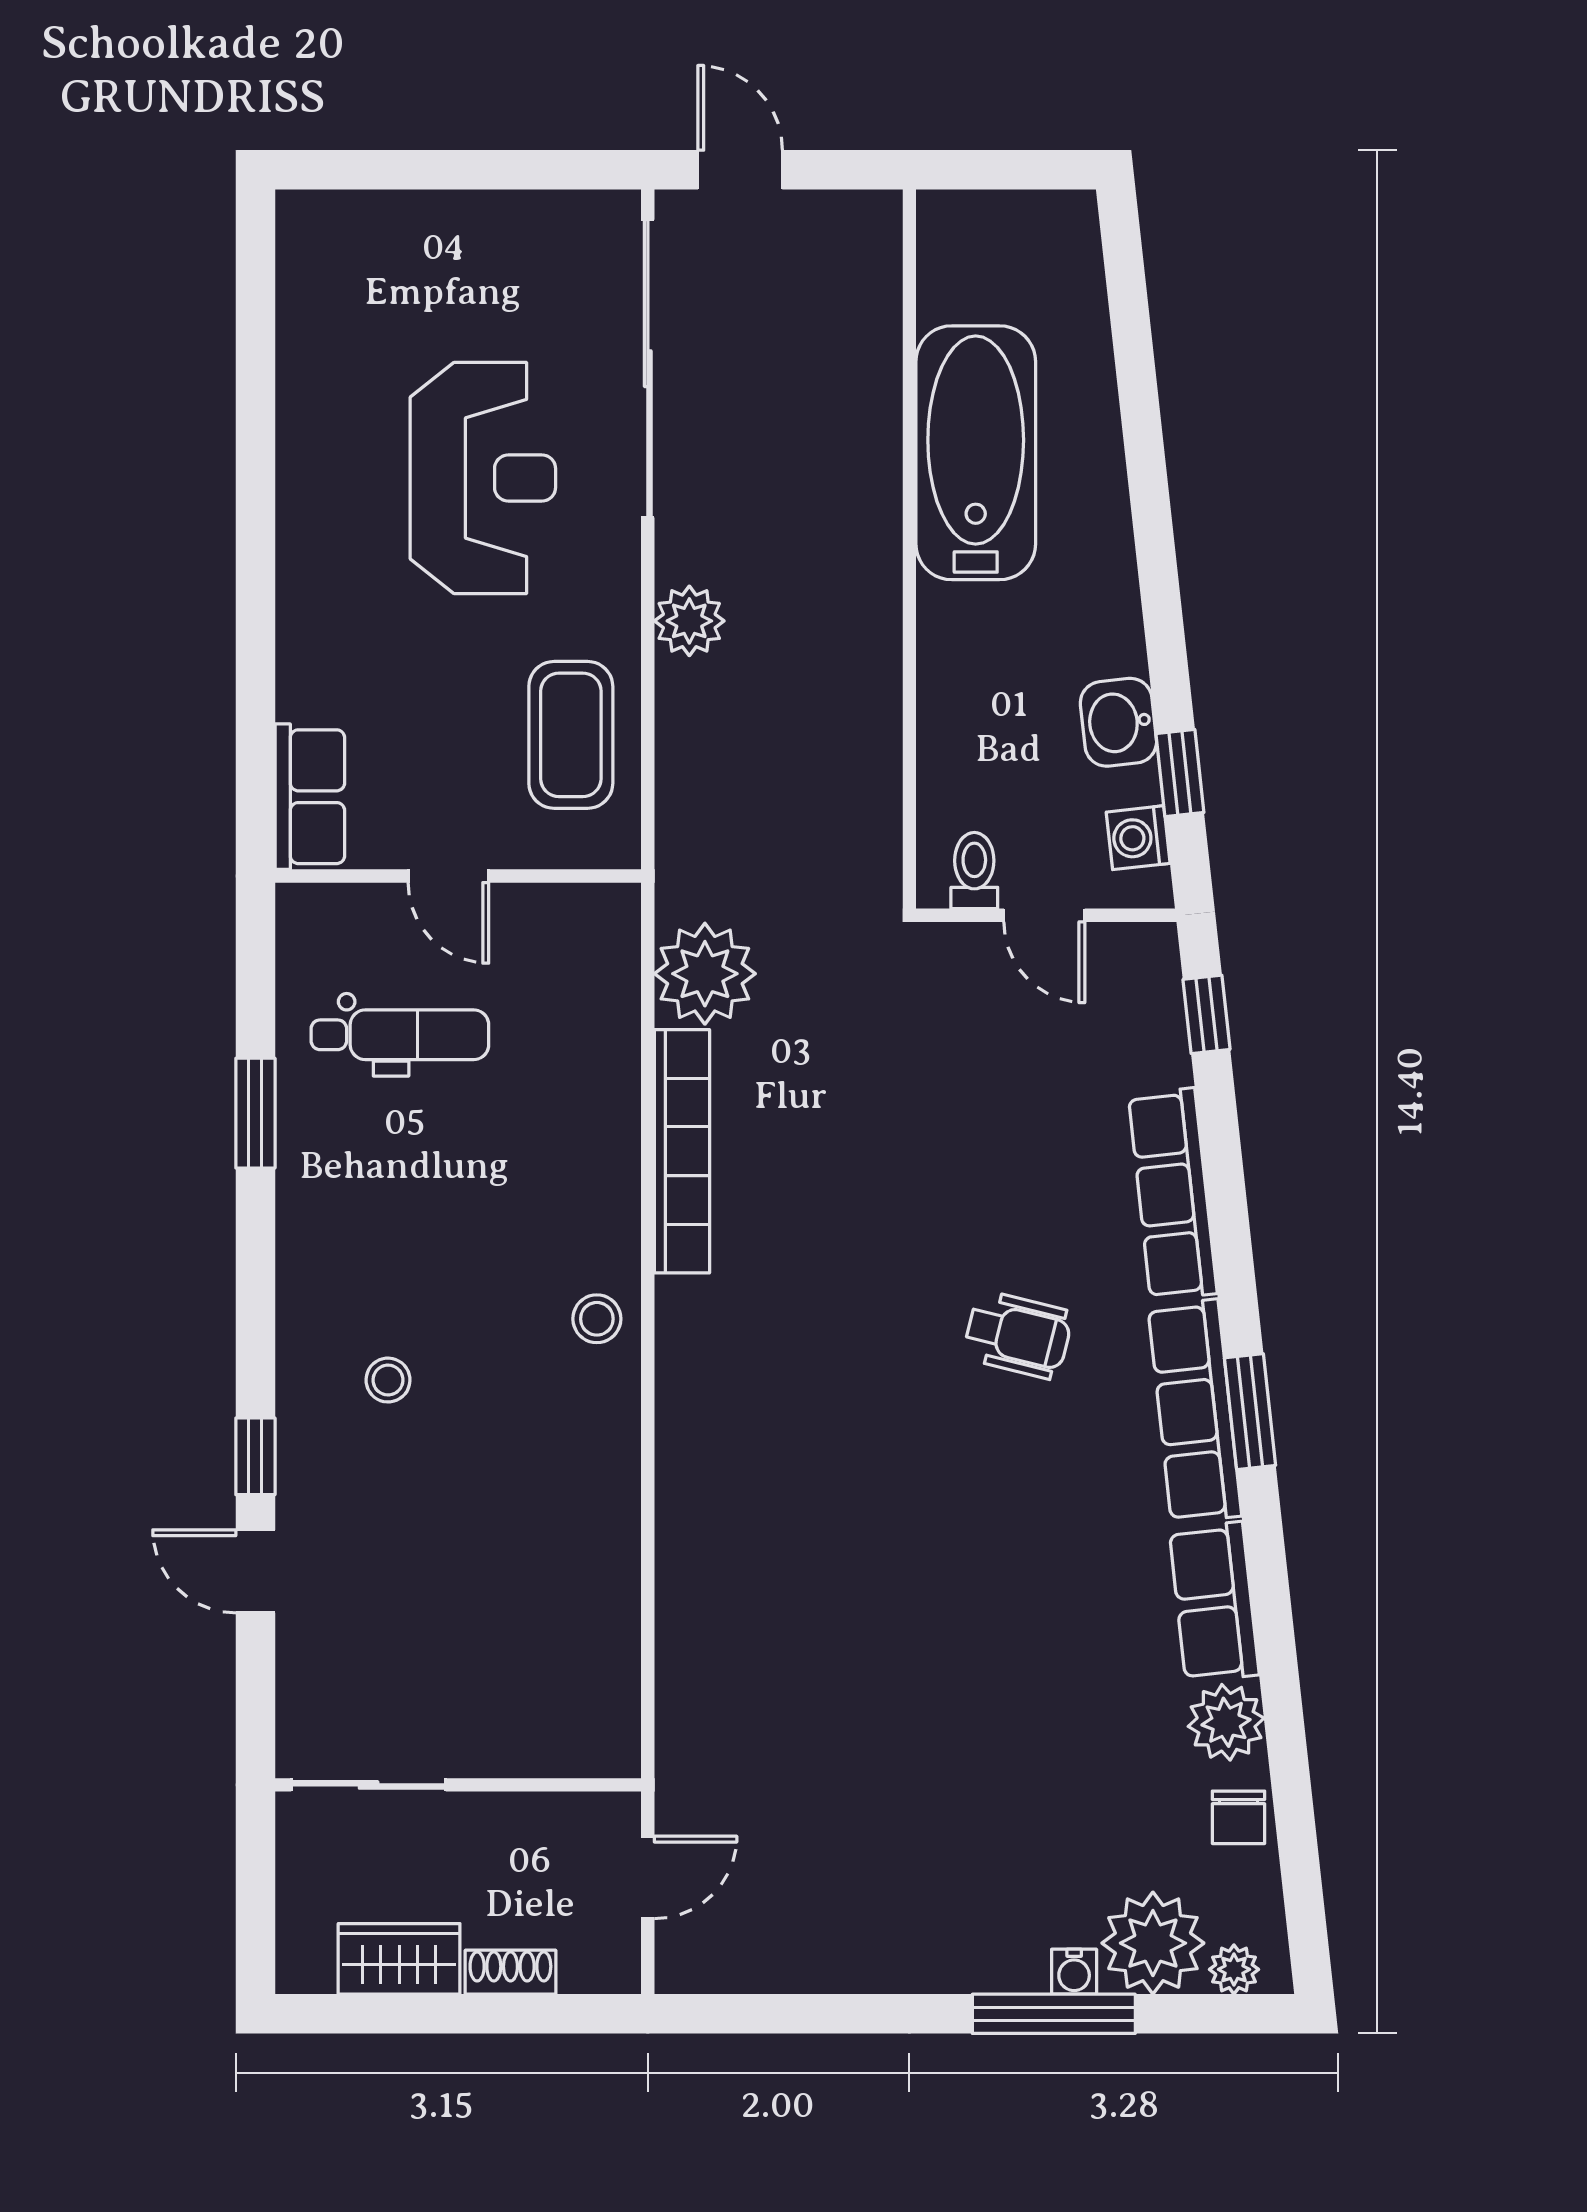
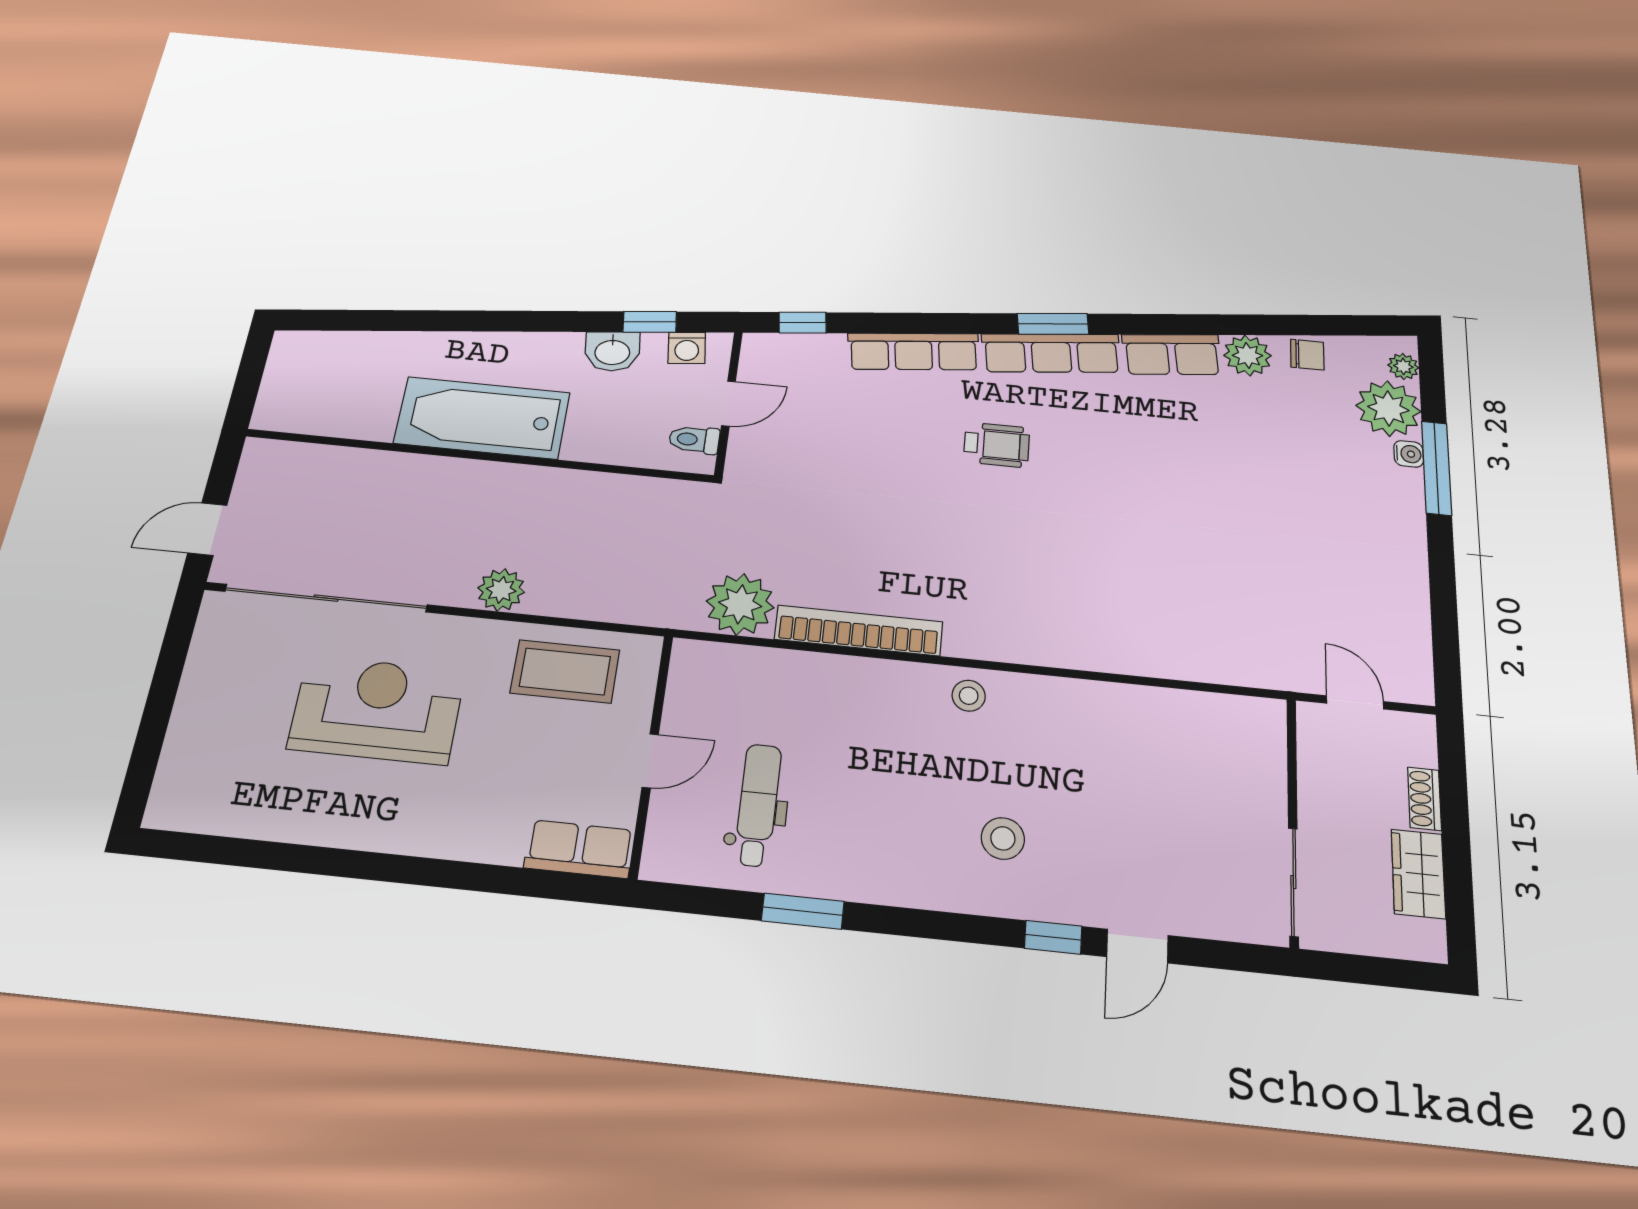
bathtub: (976, 453) -> (482, 418), moved
wheelchair: (1018, 1335) -> (997, 445), turned 76
stool: (388, 1380) -> (1003, 838), width x1.37, depth x1.37

